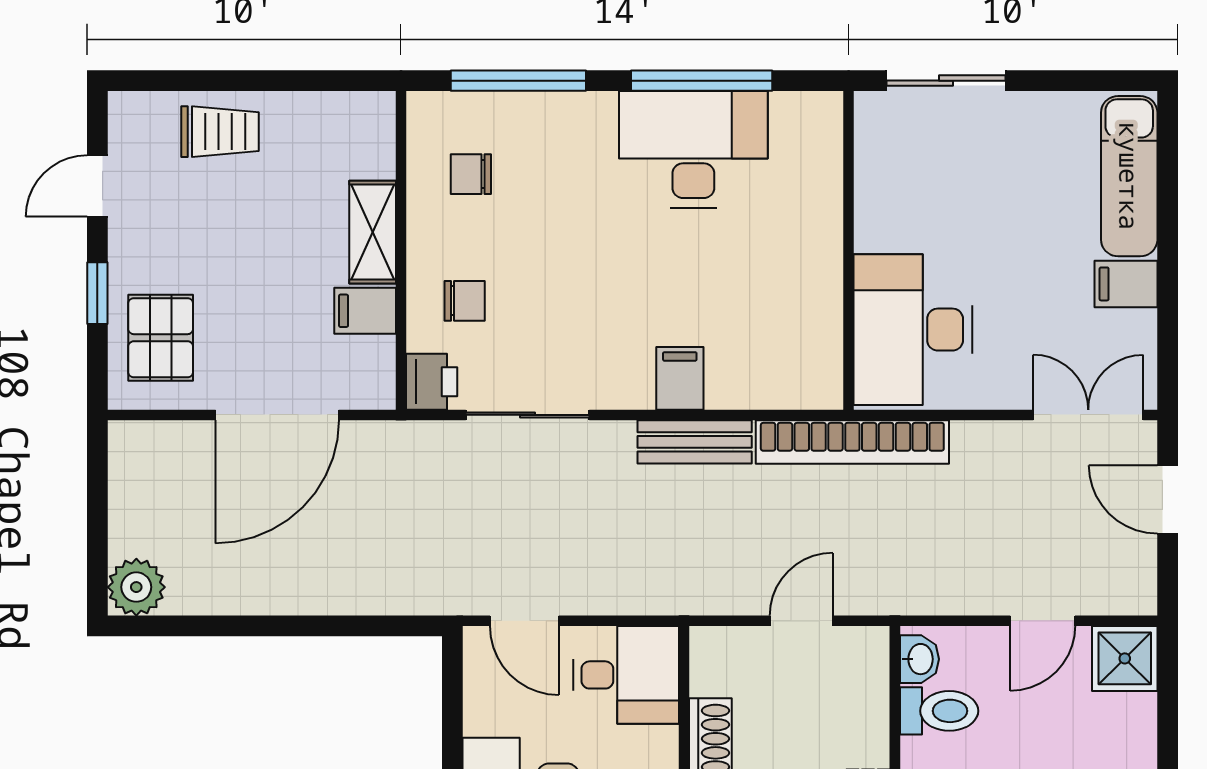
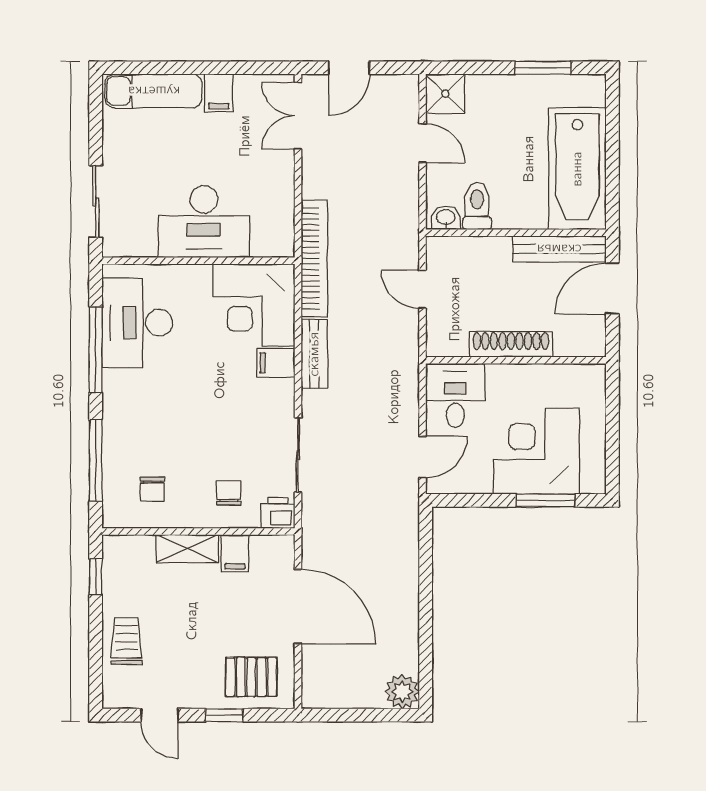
window: (326, 81) -> (96, 577), added
desk: (693, 149) -> (137, 323), moved
desk: (913, 330) -> (204, 222), moved
corner desk: (775, 342) -> (254, 305), added

